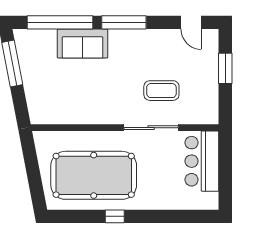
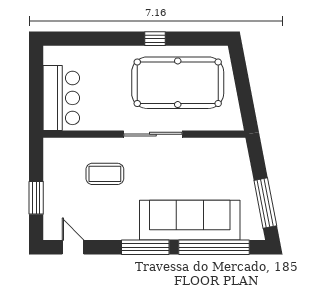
sofa: (83, 44) -> (190, 220), width x1.85, depth x1.27
sliding door: (151, 128) -> (153, 134), moved

